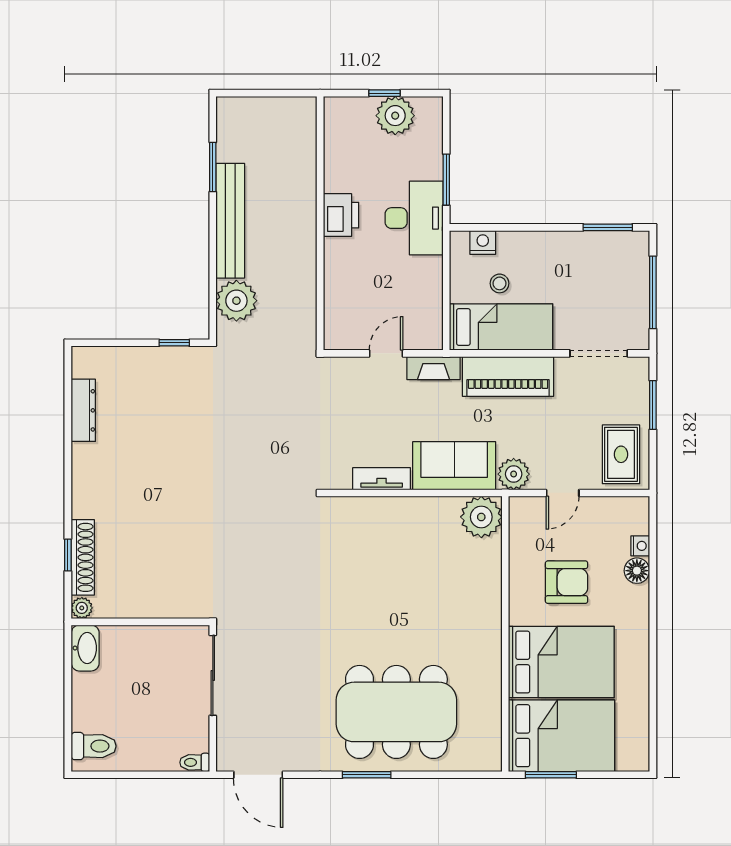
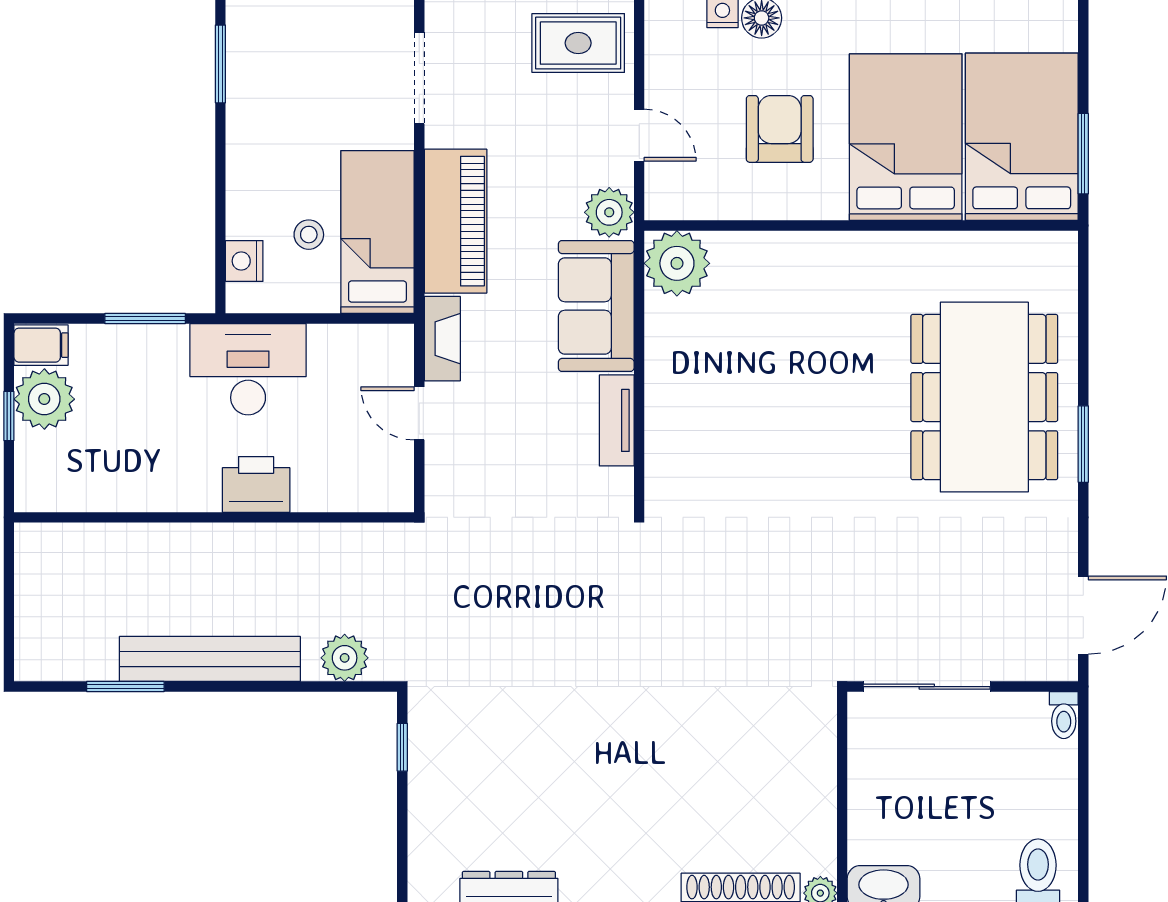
filing cabinet: (429, 114) -> (41, 345), added
printer: (341, 215) -> (256, 484), moved
desk: (414, 218) -> (248, 369), moved
plant: (236, 301) -> (345, 658), width x0.73, depth x0.73

